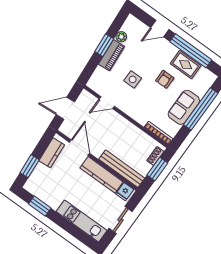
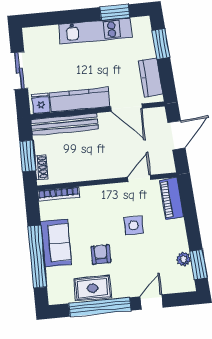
window: (104, 45) -> (199, 264), moved
piano: (111, 55) -> (171, 199), moved
kitchen unit: (82, 221) -> (95, 31), moved

